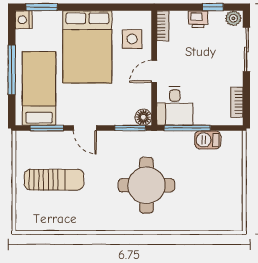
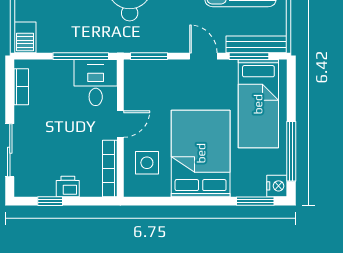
plant: (233, 18) -> (25, 188), removed
bookcase: (163, 26) -> (110, 168), width x1.56
window: (12, 70) -> (291, 151), moved
floor lamp: (143, 117) -> (133, 69), removed
bench: (41, 138) -> (257, 44), added
barbecue: (208, 140) -> (25, 37), moved, turned 90

